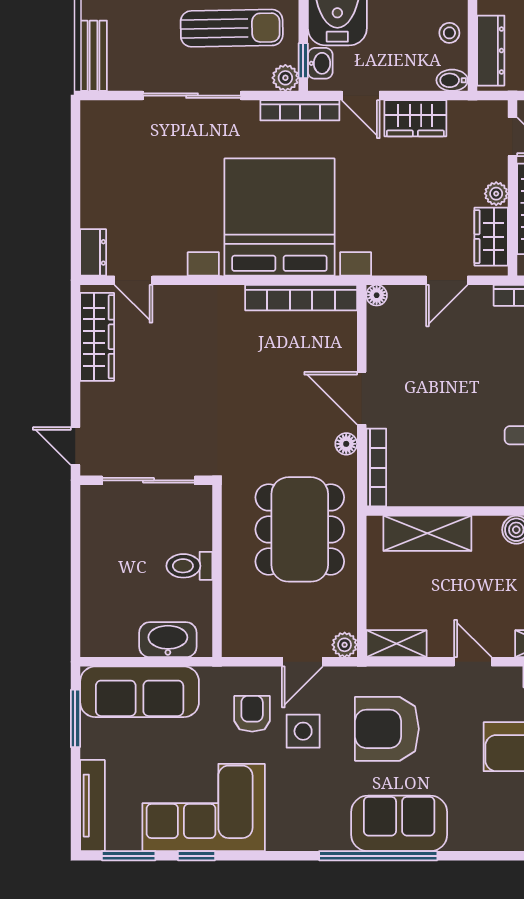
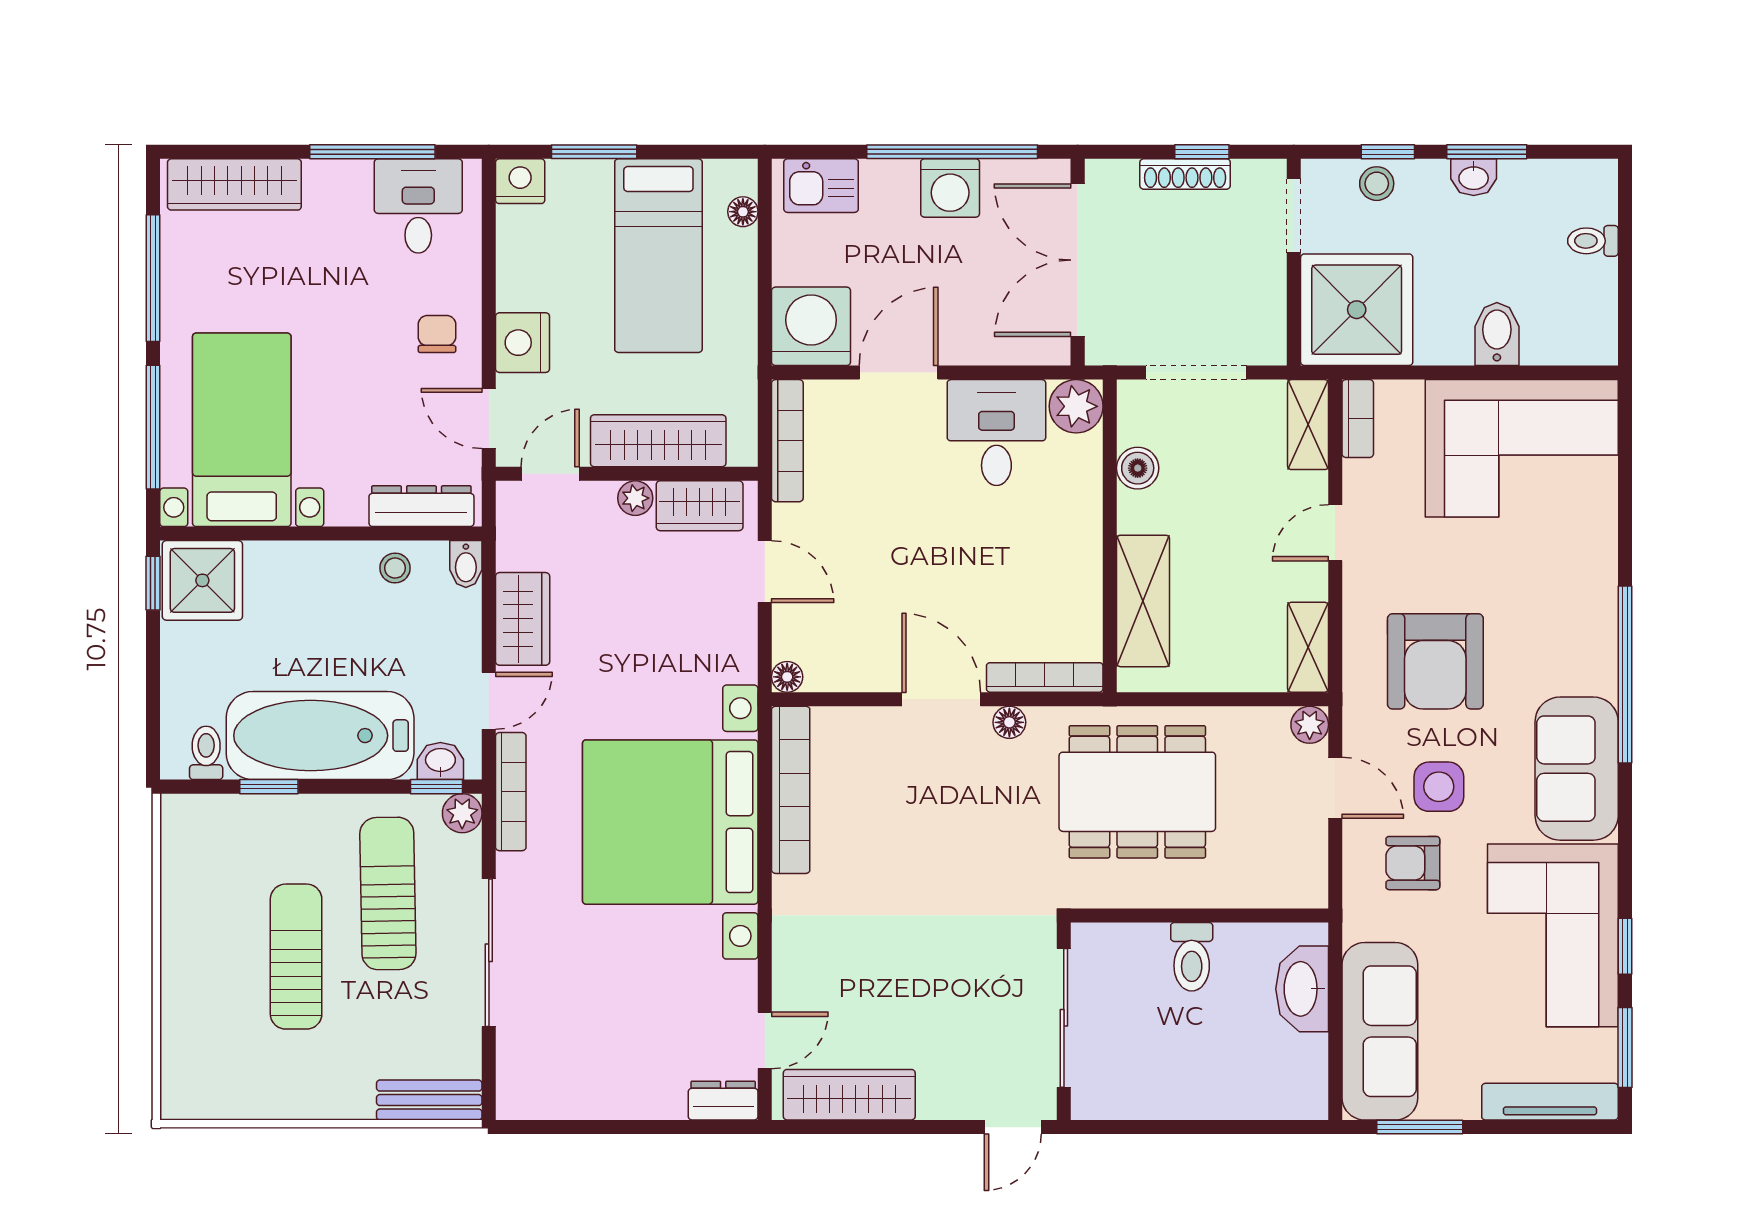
door: (362, 398) -> (941, 699), swing flipped
sofa: (399, 823) -> (1577, 769), moved

